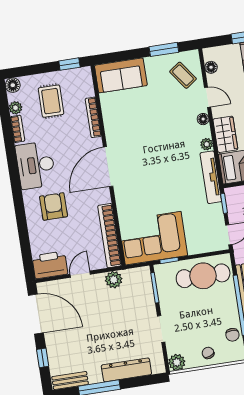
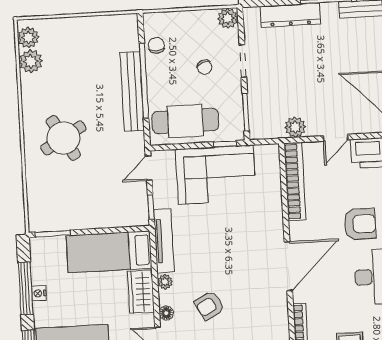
armchair: (169, 129) -> (209, 305), added
armchair: (53, 206) -> (360, 224), turned -90
corner sofa: (153, 238) -> (216, 175), moved
chair: (208, 353) -> (205, 67), moved

